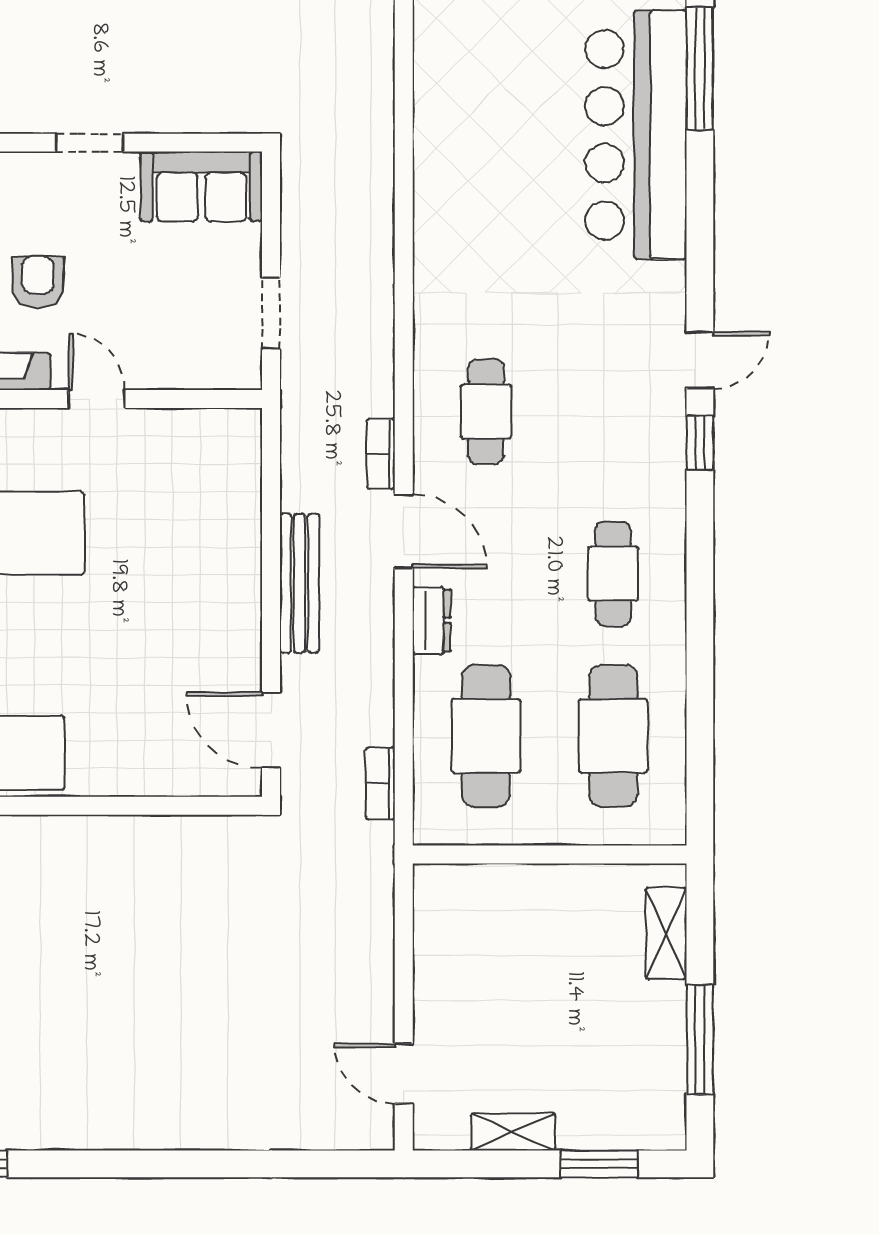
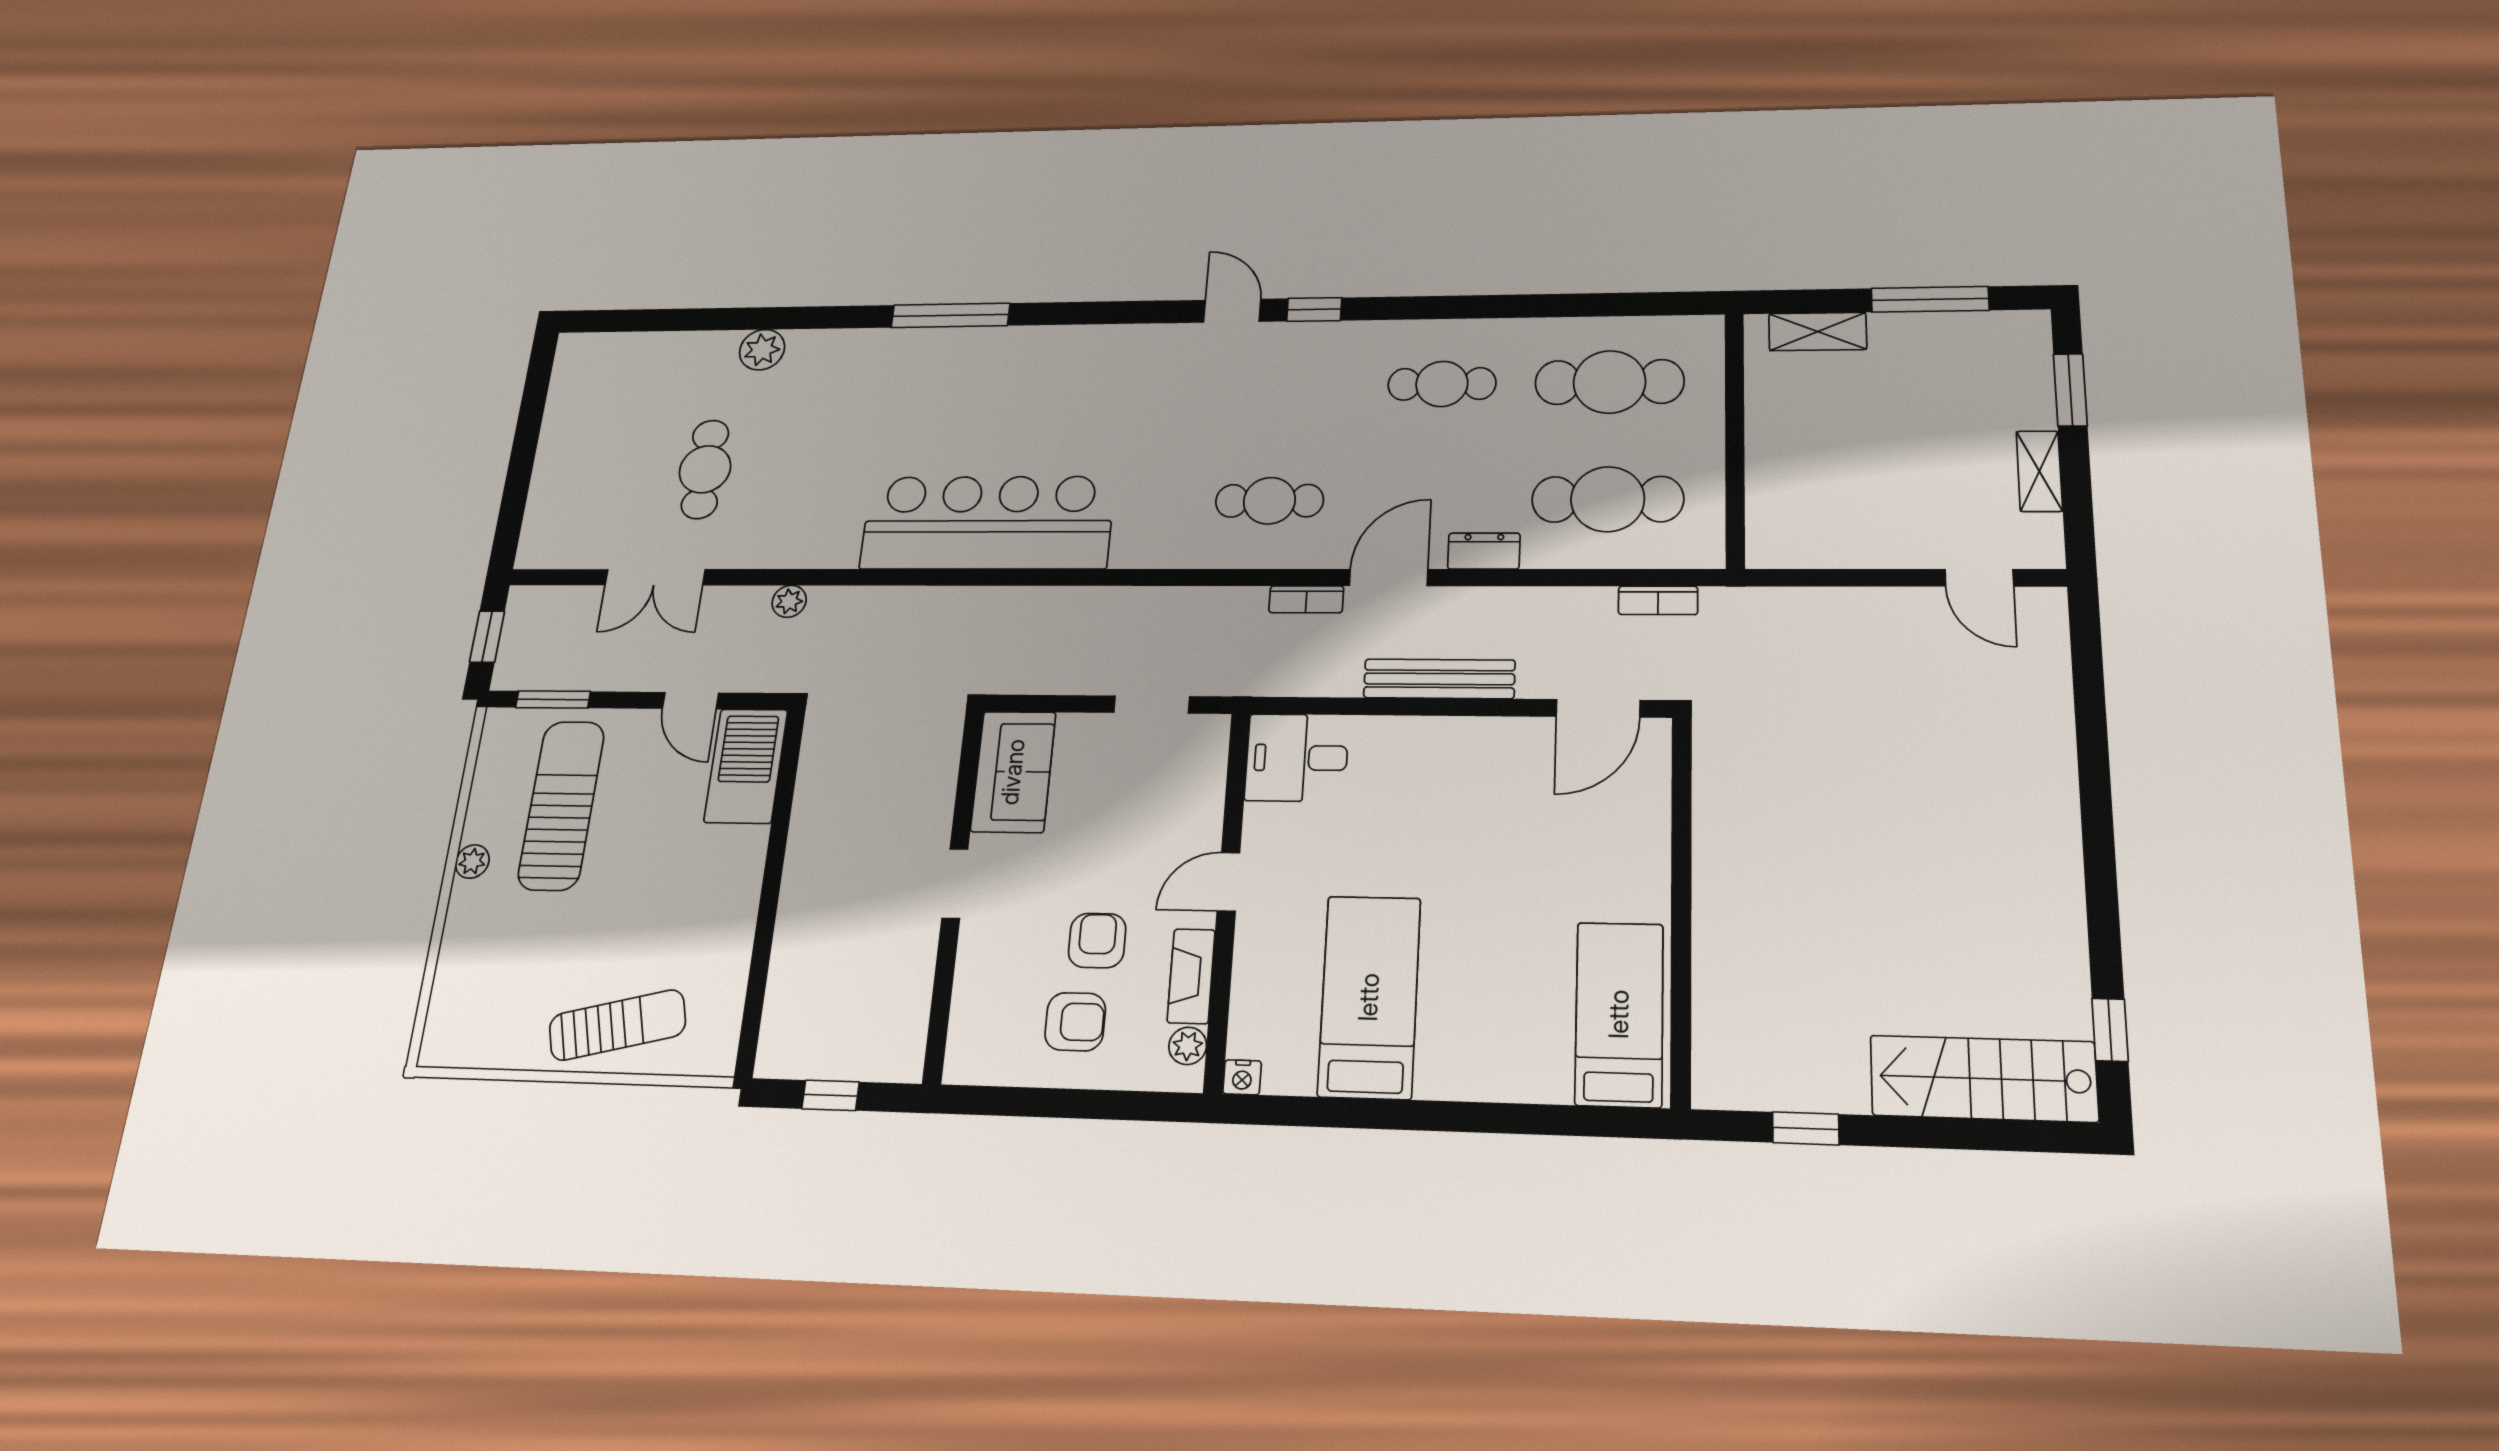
bar counter: (636, 135) -> (987, 523), moved, turned 180
armchair: (38, 282) -> (1097, 941), turned 90
desk: (219, 455) -> (1297, 758), added
door: (404, 1074) -> (1979, 578), hinge flipped

